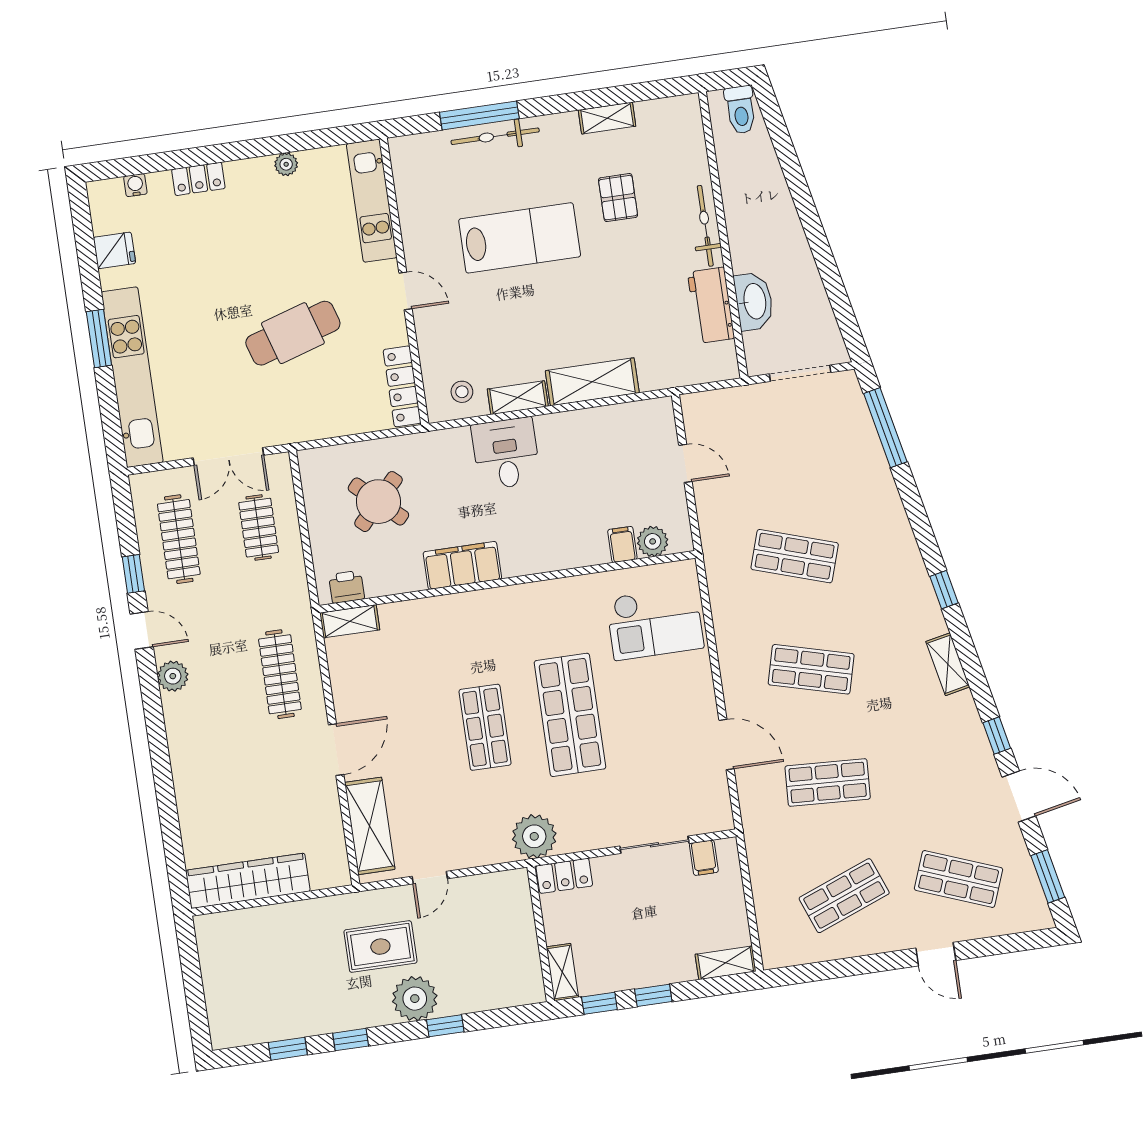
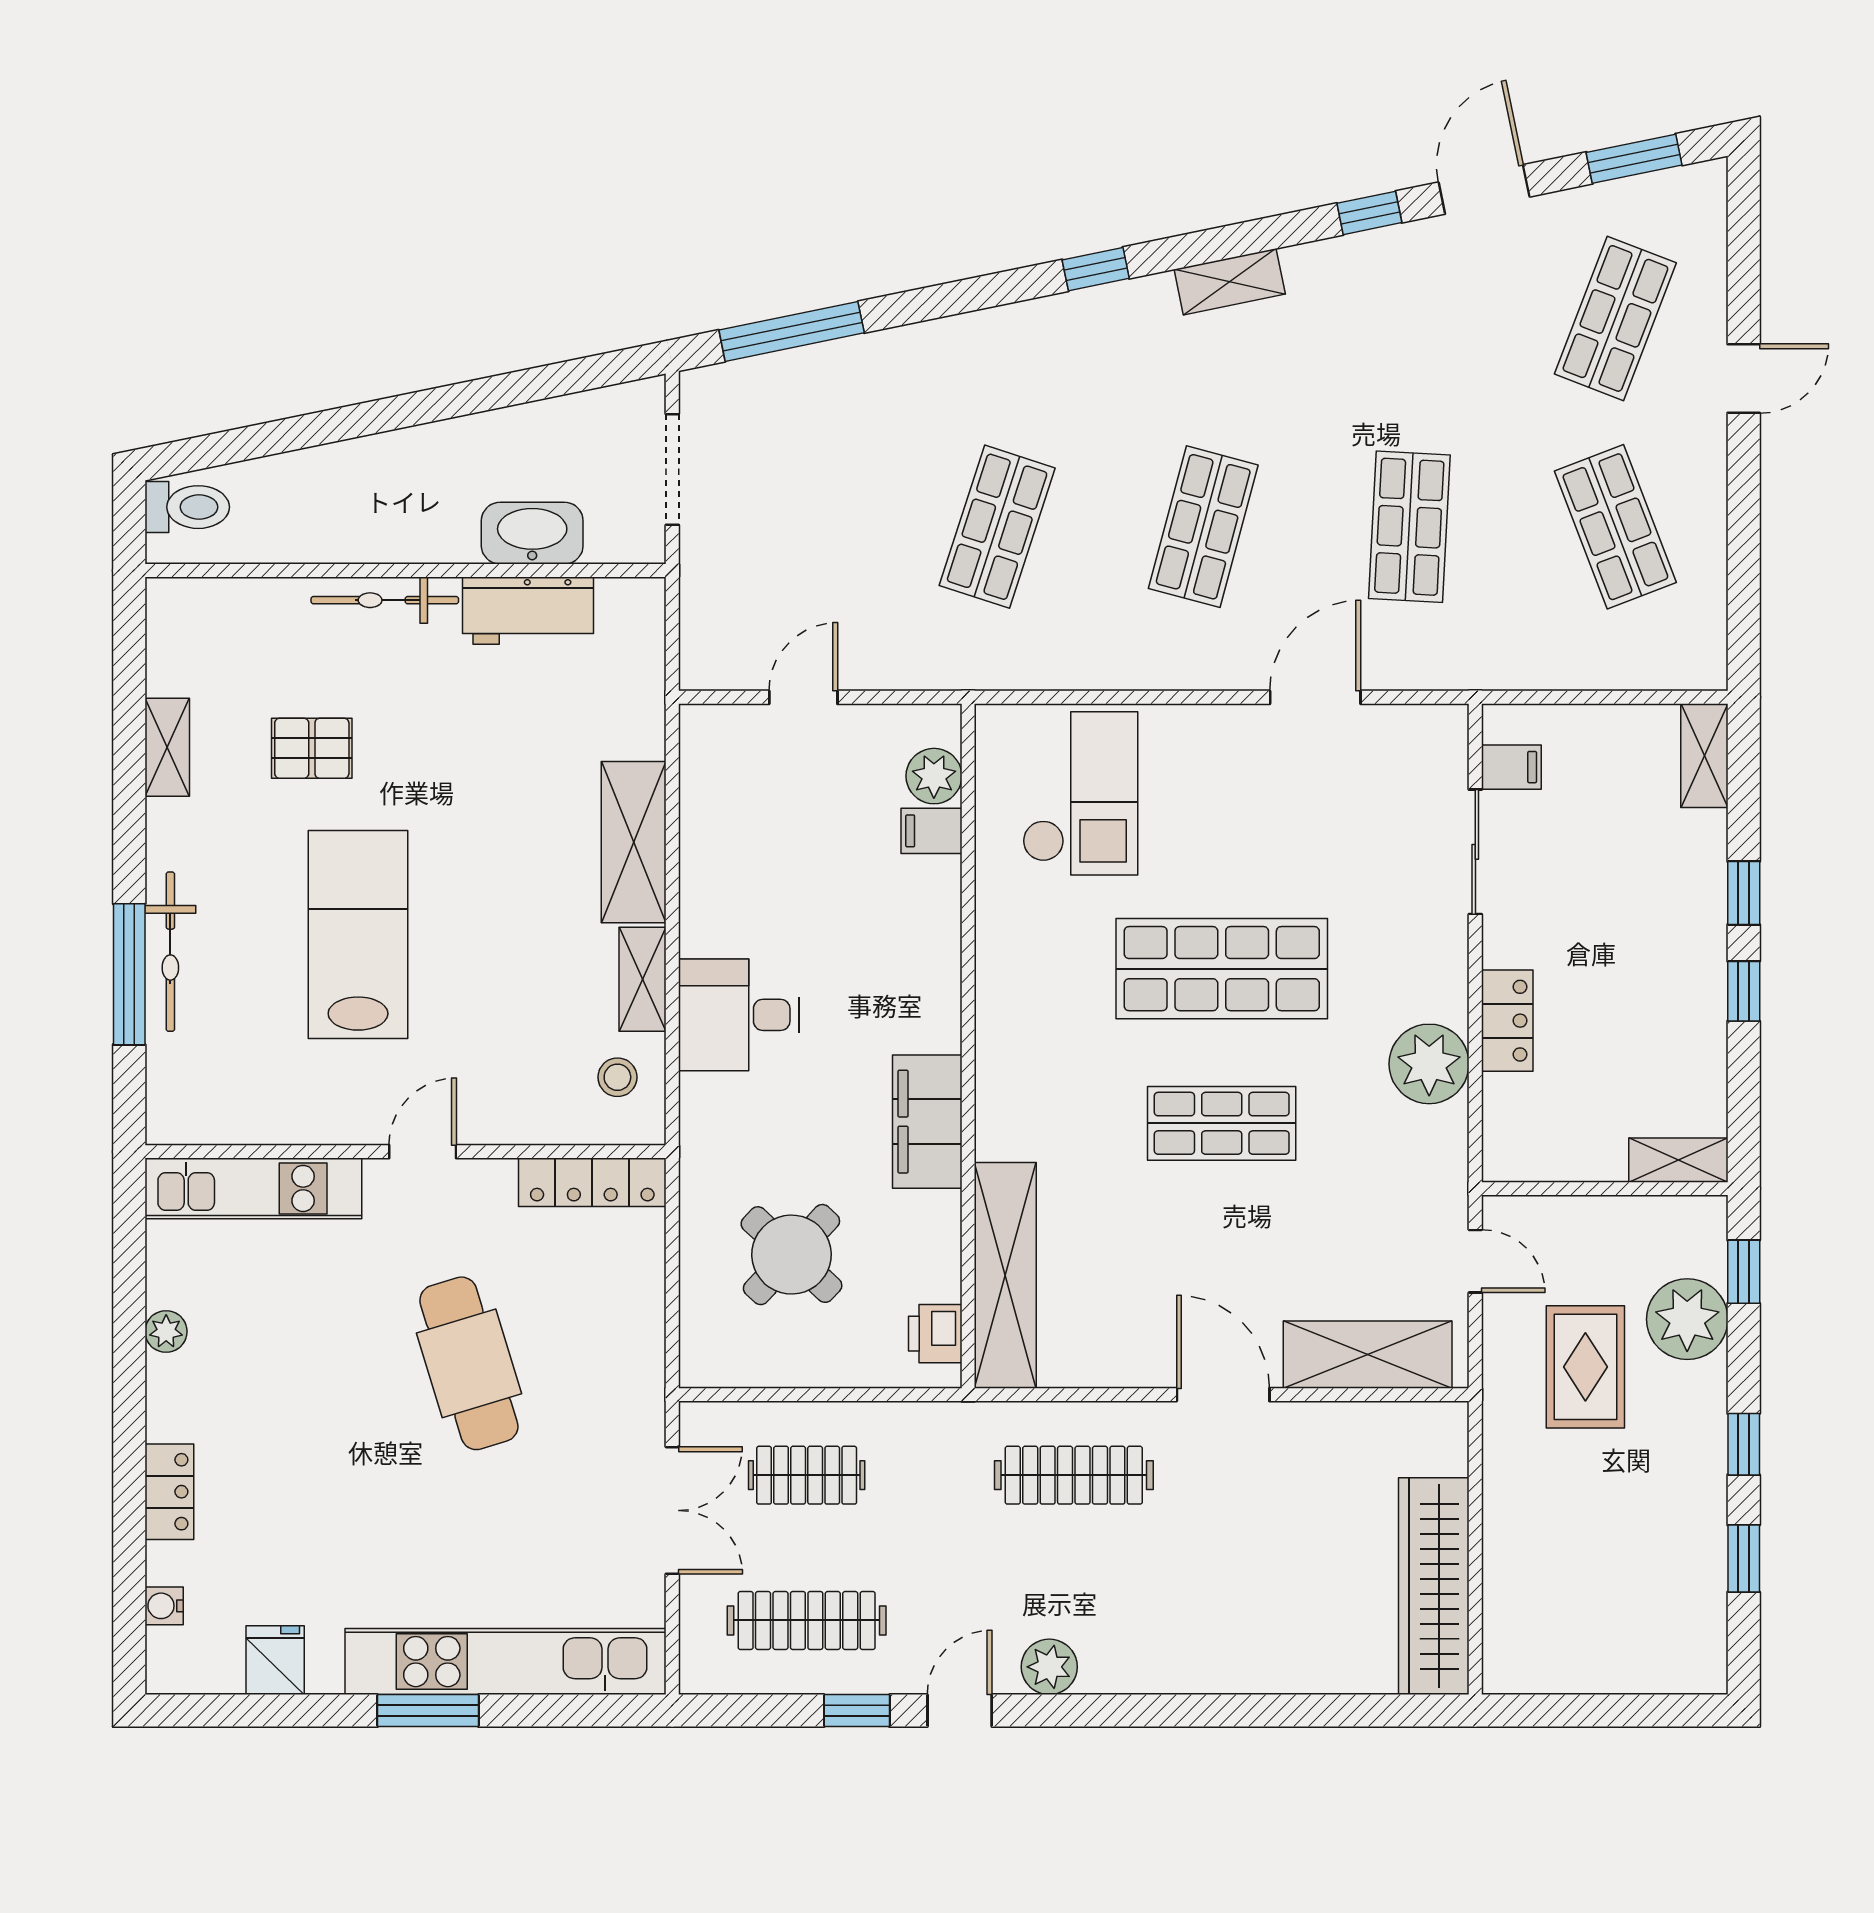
shelving: (350, 621) -> (1005, 1275), width x2.20, depth x1.33
wall: (541, 934) -> (1605, 1189), moved
shelving: (562, 972) -> (1678, 1160), moved

